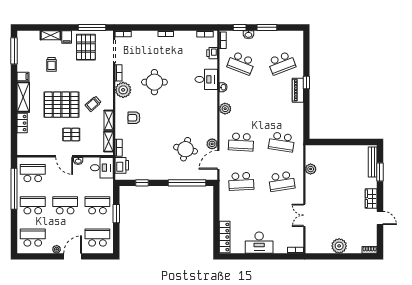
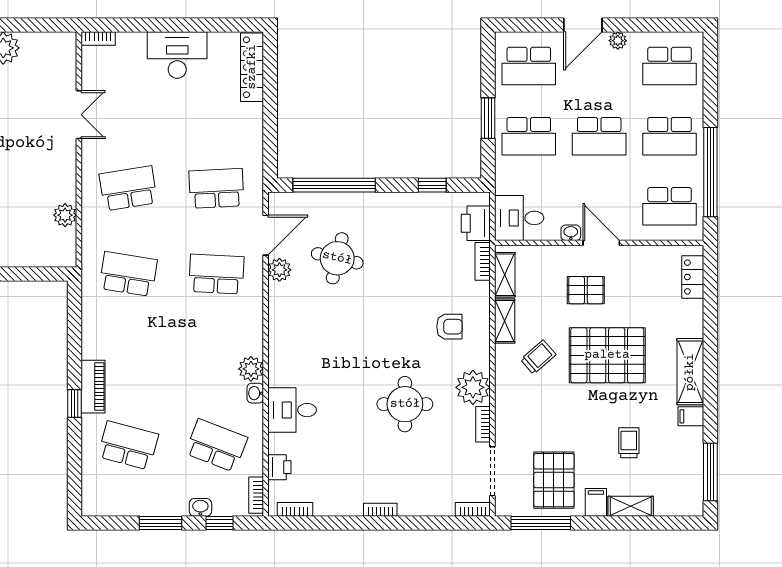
school desk: (282, 63) -> (128, 445), turned 36
plant: (225, 109) -> (251, 369), moved
locker: (22, 123) -> (693, 277), moved

